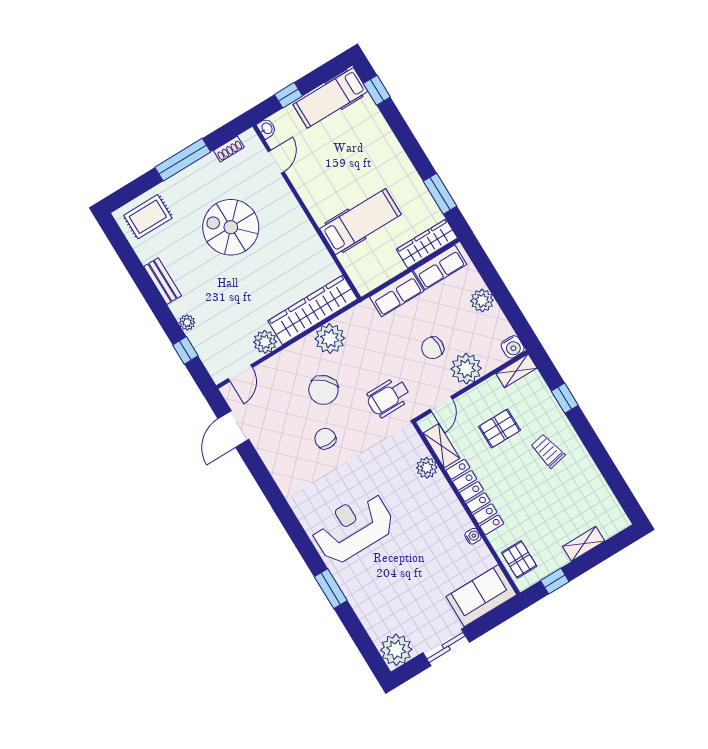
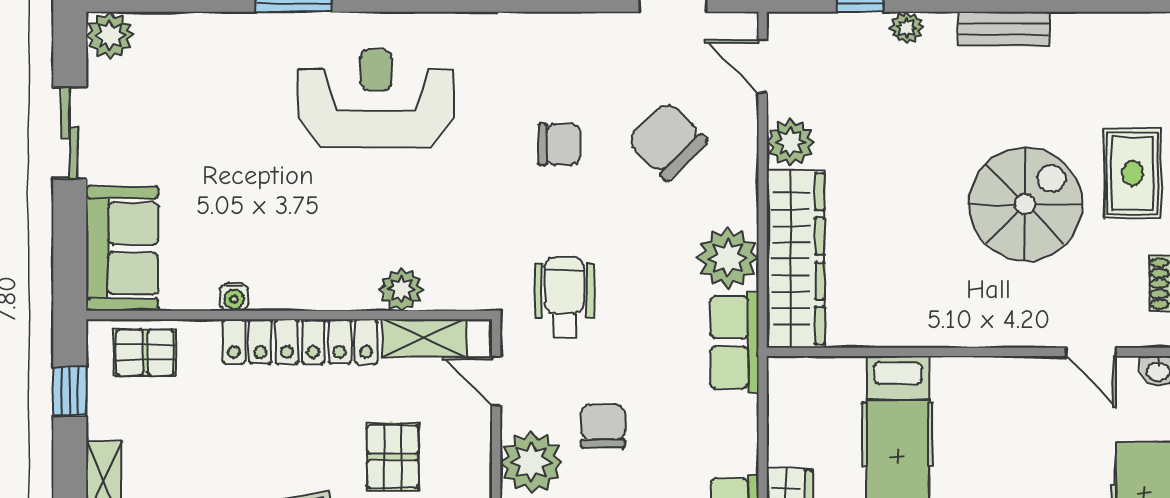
rug: (148, 217) -> (1133, 173), moved
row of seats: (397, 294) -> (734, 342), moved
chair: (323, 390) -> (667, 141), moved
reception desk: (353, 528) -> (376, 98), turned -90
plant: (396, 650) -> (110, 35), width x0.73, depth x0.73

